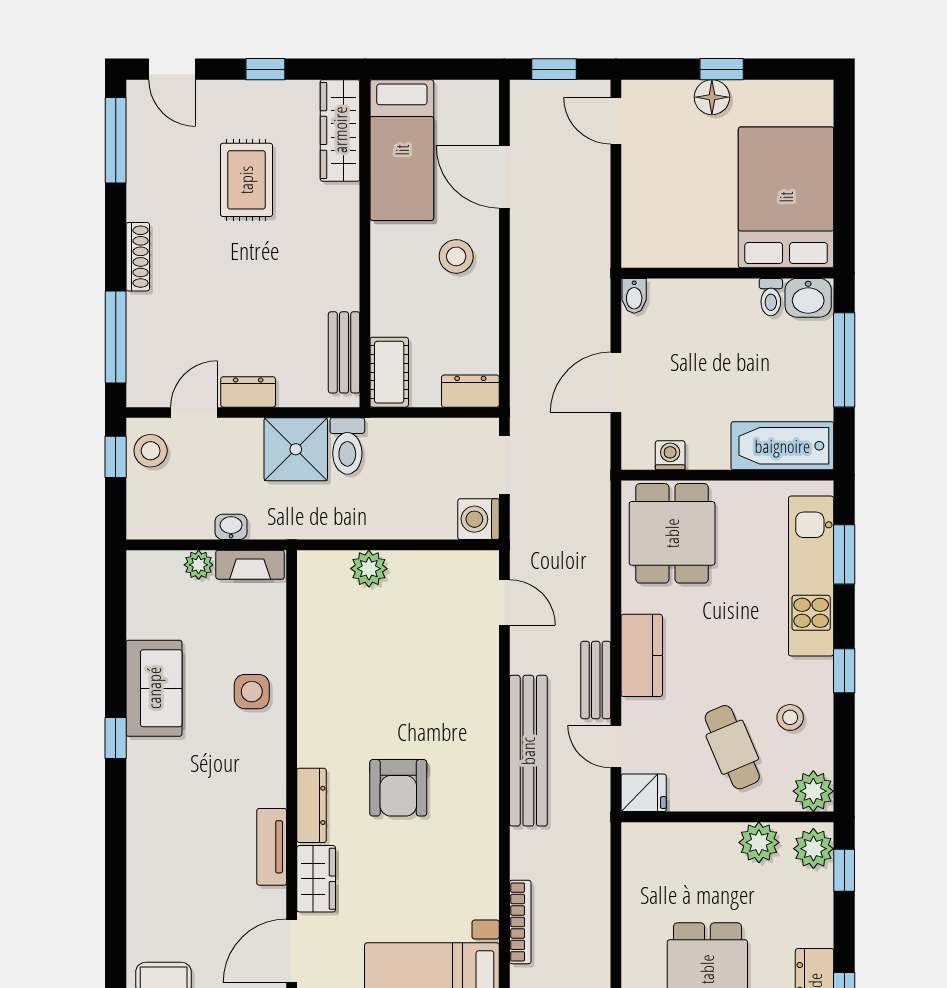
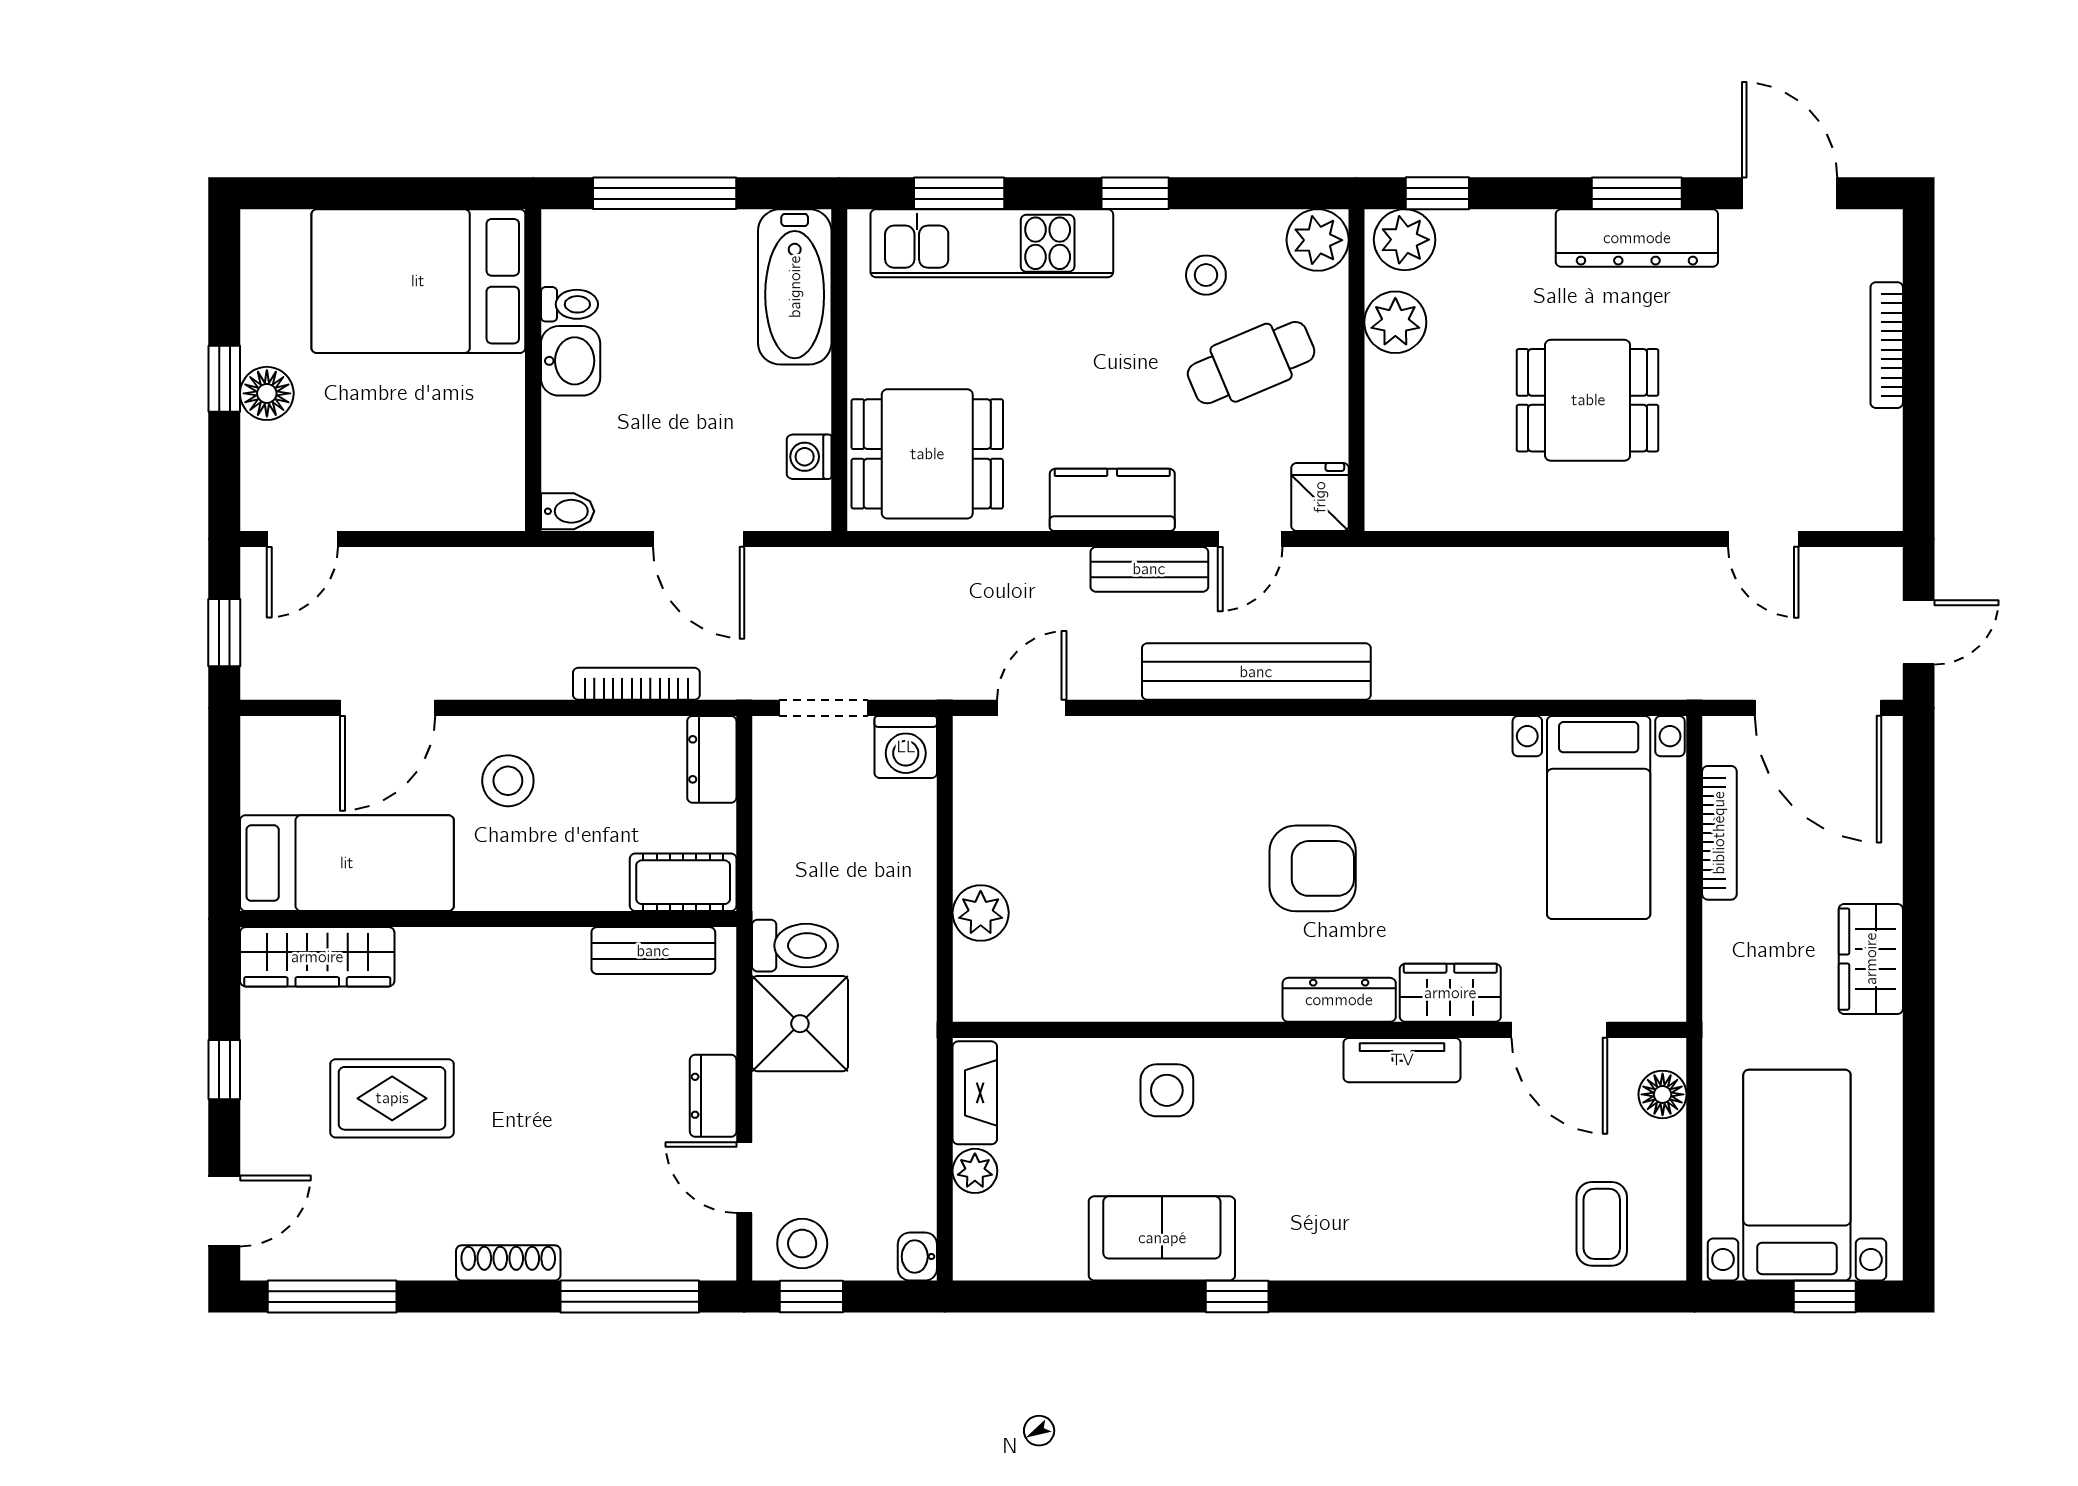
washbasin: (808, 298) -> (571, 361), moved
washbasin: (231, 527) -> (917, 1257), moved
bookcase: (520, 922) -> (636, 684), moved

